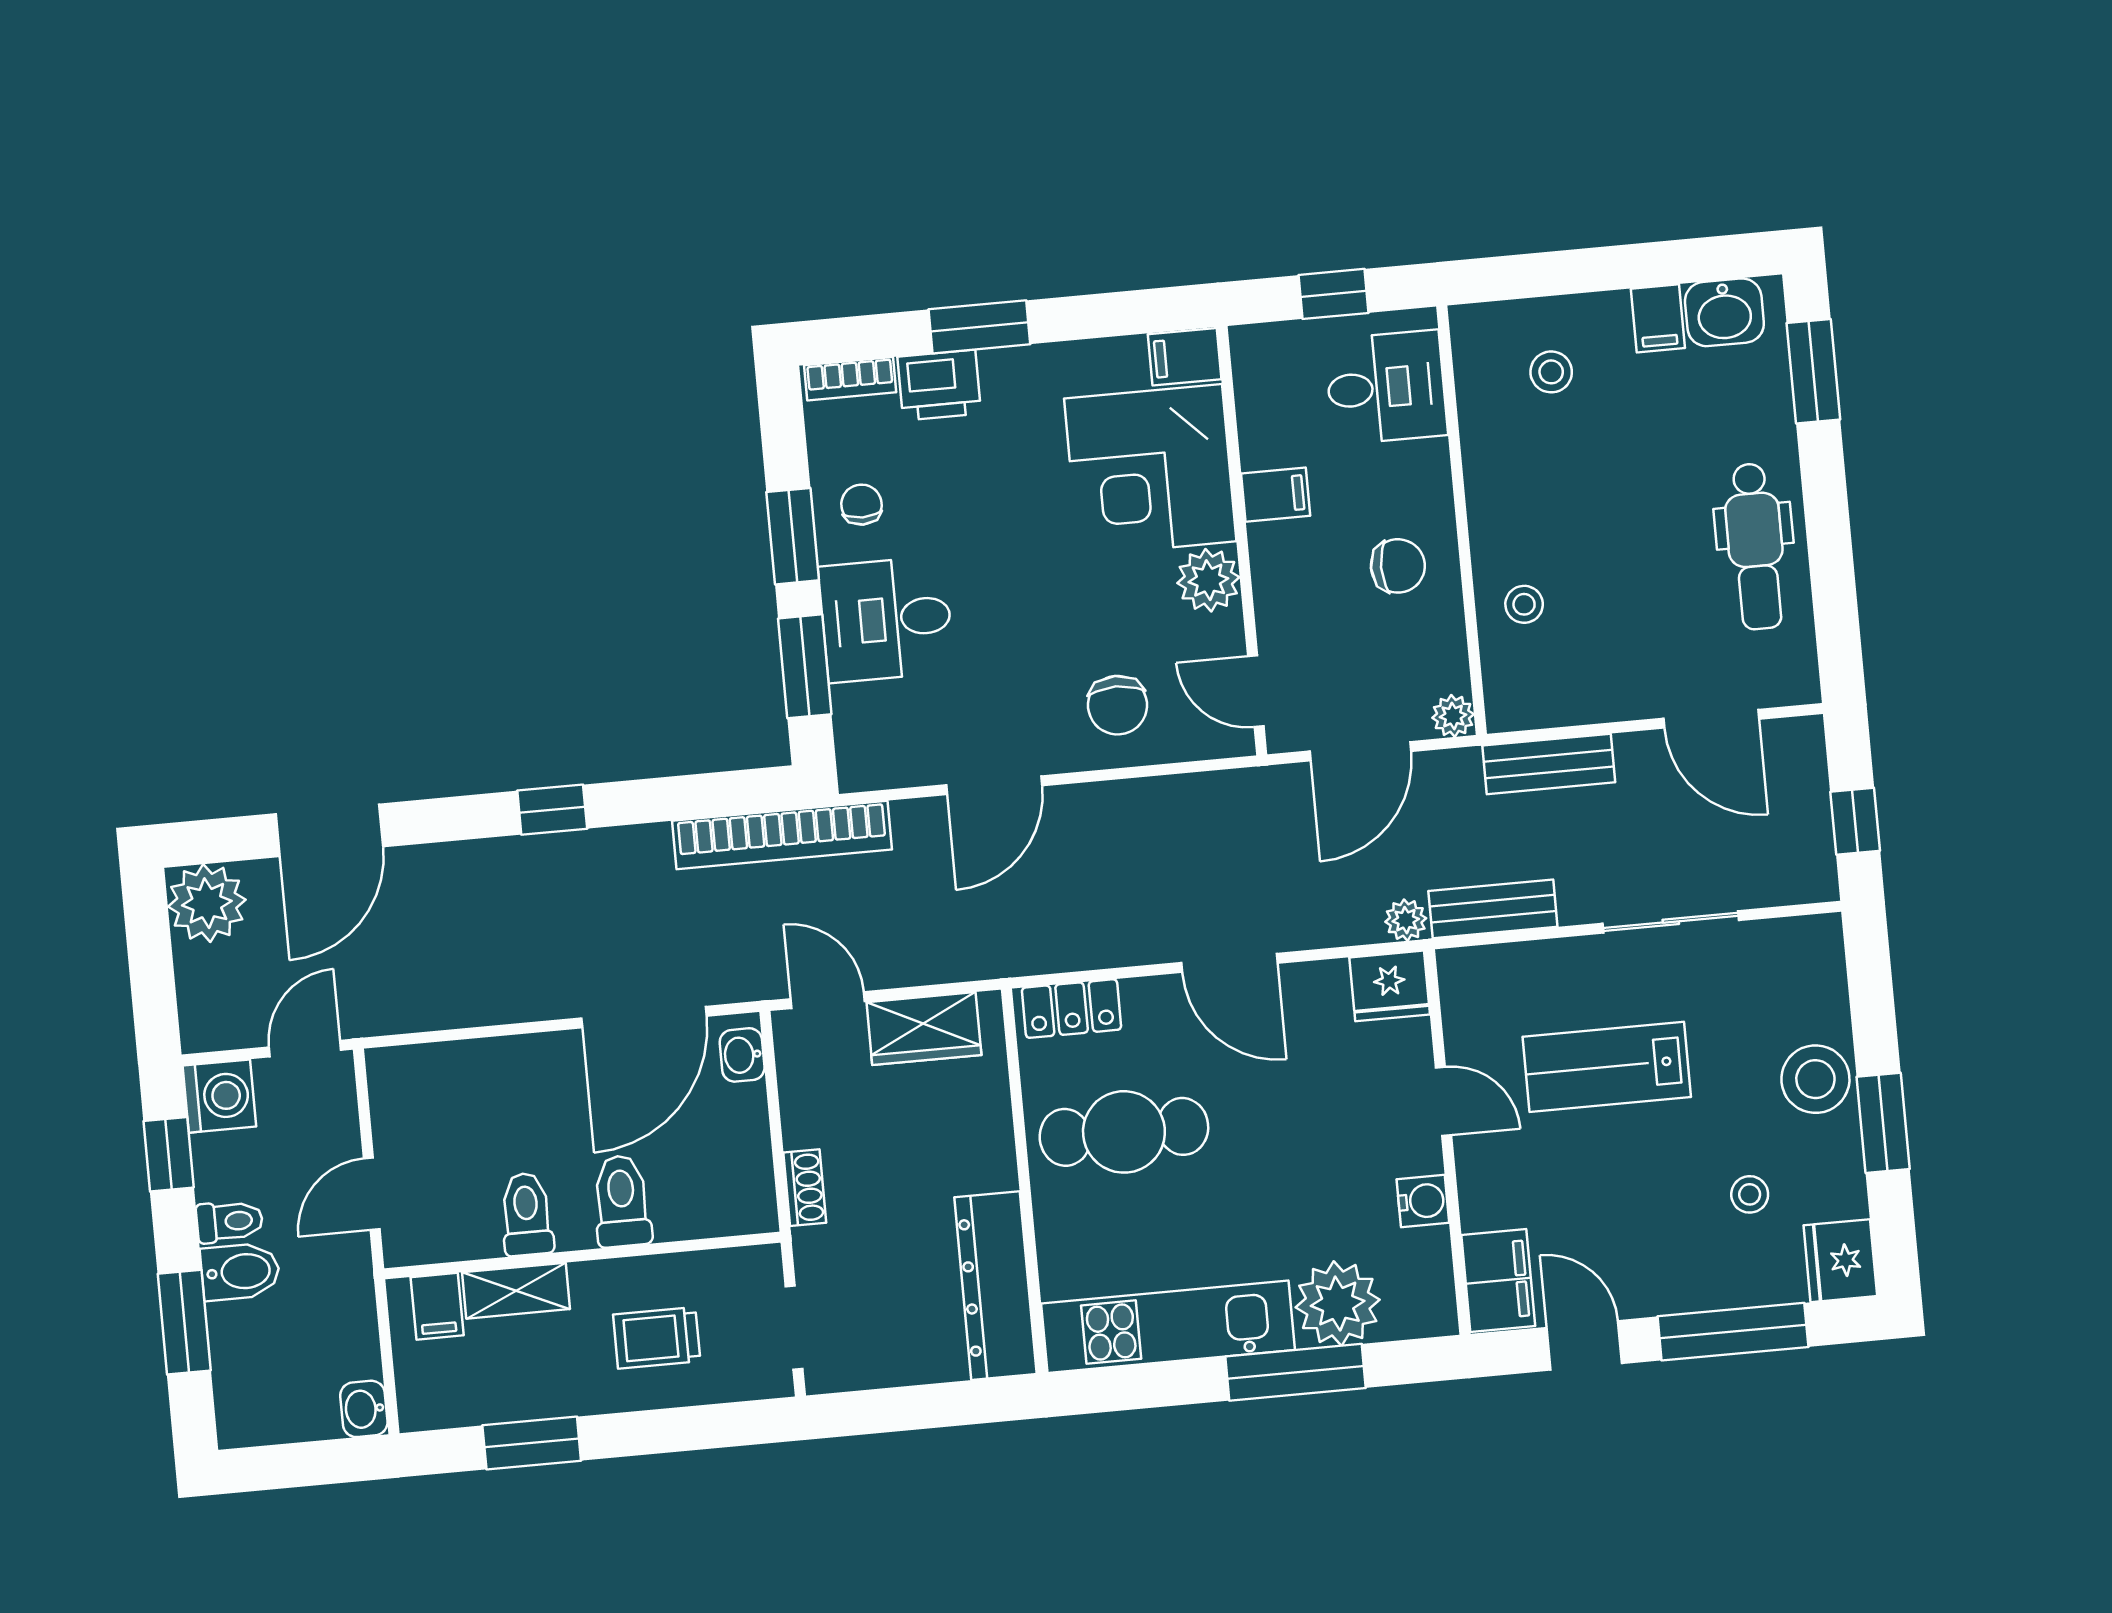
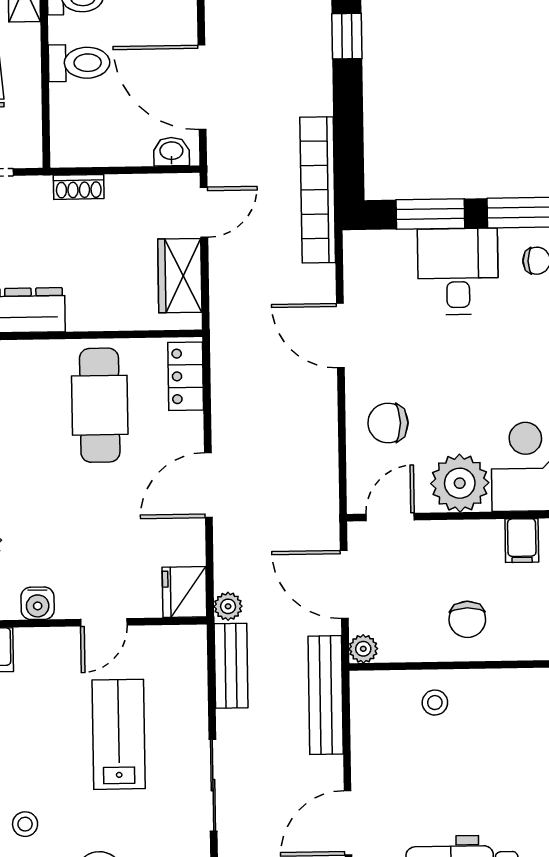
plant: (1208, 580) -> (460, 483), width x1.36, depth x1.36
bench: (1549, 764) -> (326, 695), width x1.36

